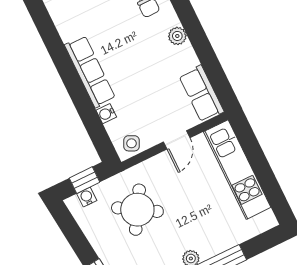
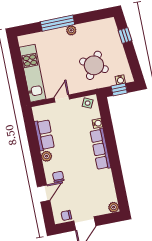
row of seats: (201, 94) -> (44, 135), moved

